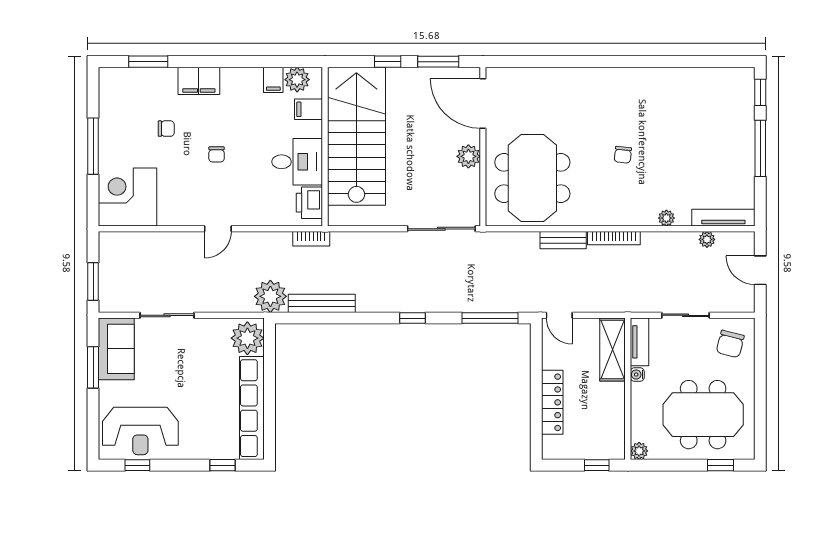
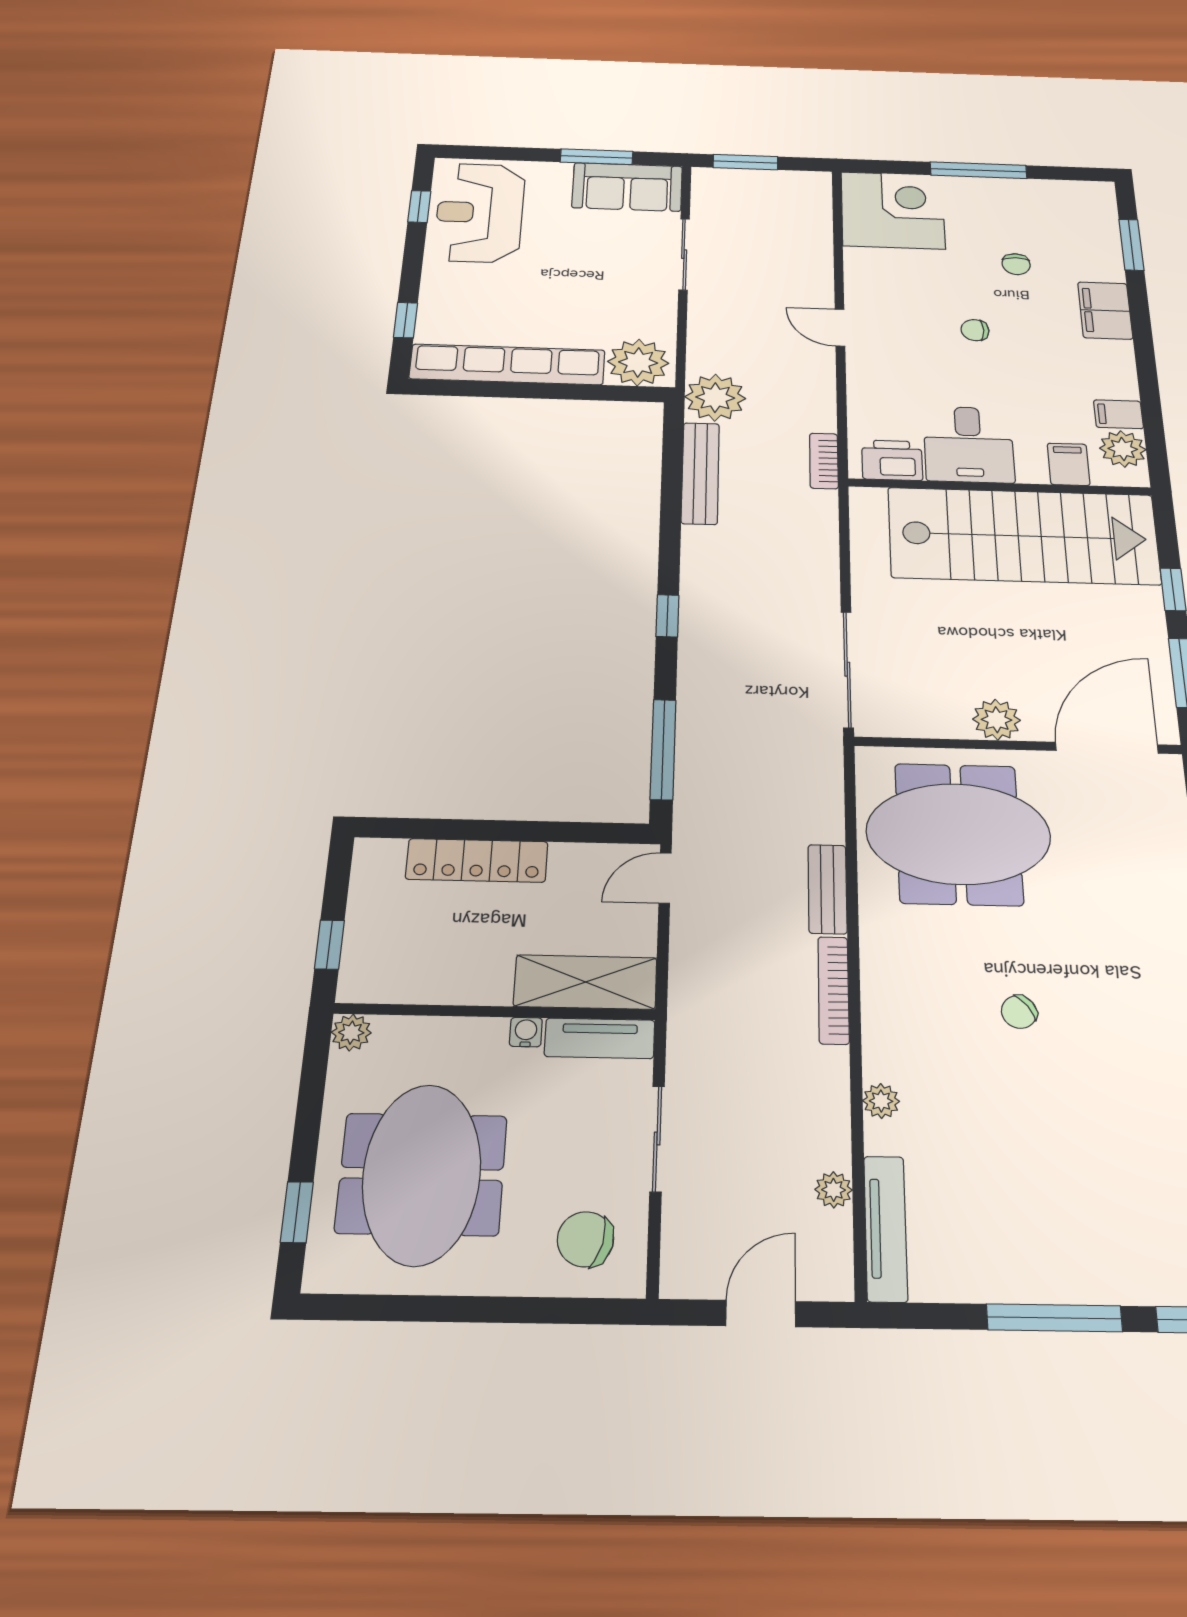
chair: (623, 155) -> (1019, 1012), turned -43

